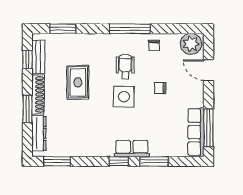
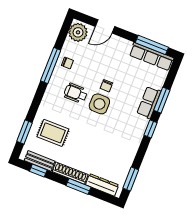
window: (130, 29) -> (51, 65), moved
rug: (78, 82) -> (53, 133), moved
chair: (160, 88) -> (106, 86), moved
row of seats: (132, 149) -> (149, 102), moved

